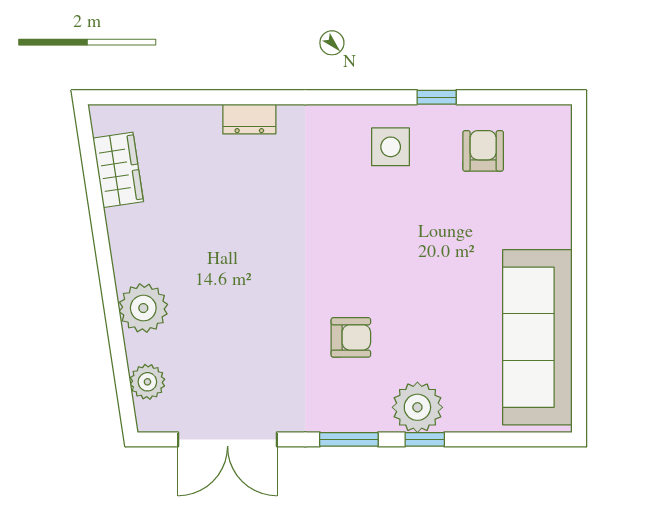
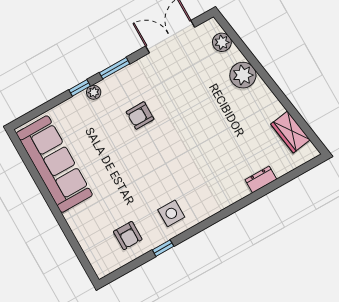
dresser: (249, 119) -> (261, 179), moved
plant: (417, 407) -> (94, 92), width x0.53, depth x0.53

